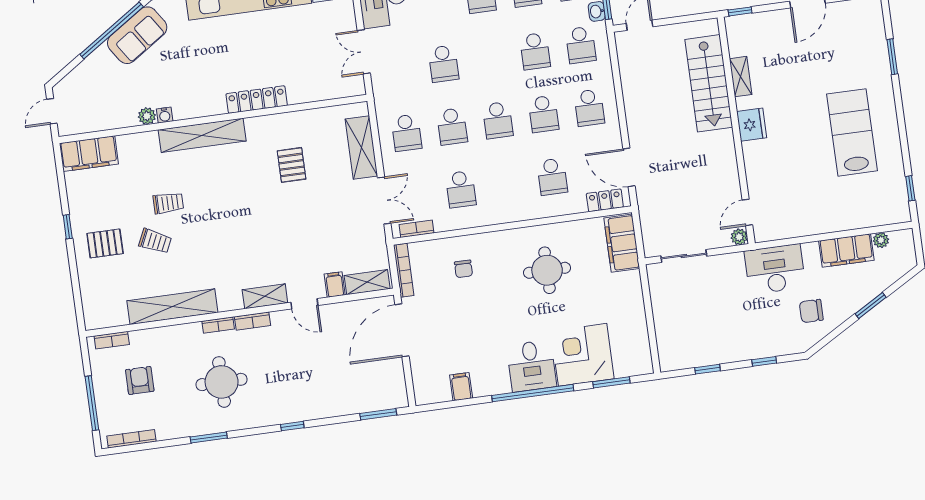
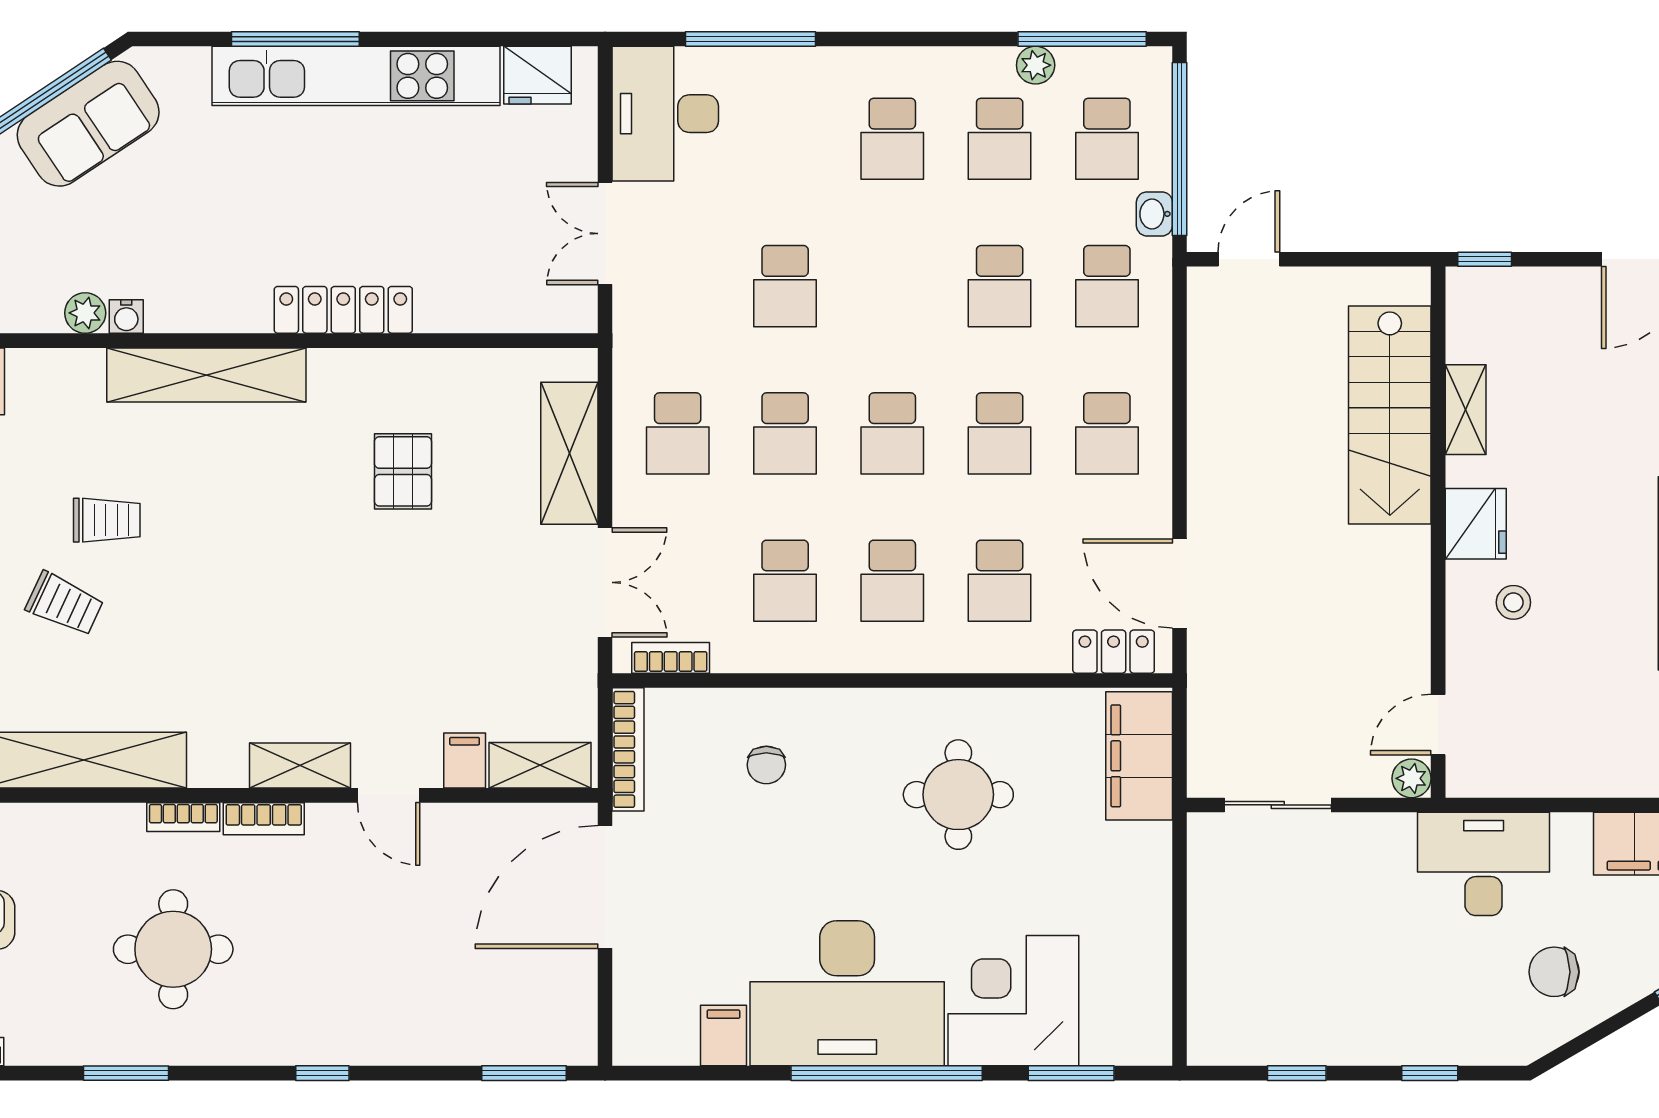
stool: (772, 156) -> (1513, 602), added
school desk: (506, 183) -> (892, 581), added
desk: (532, 366) -> (847, 993), width x1.87, depth x1.30

